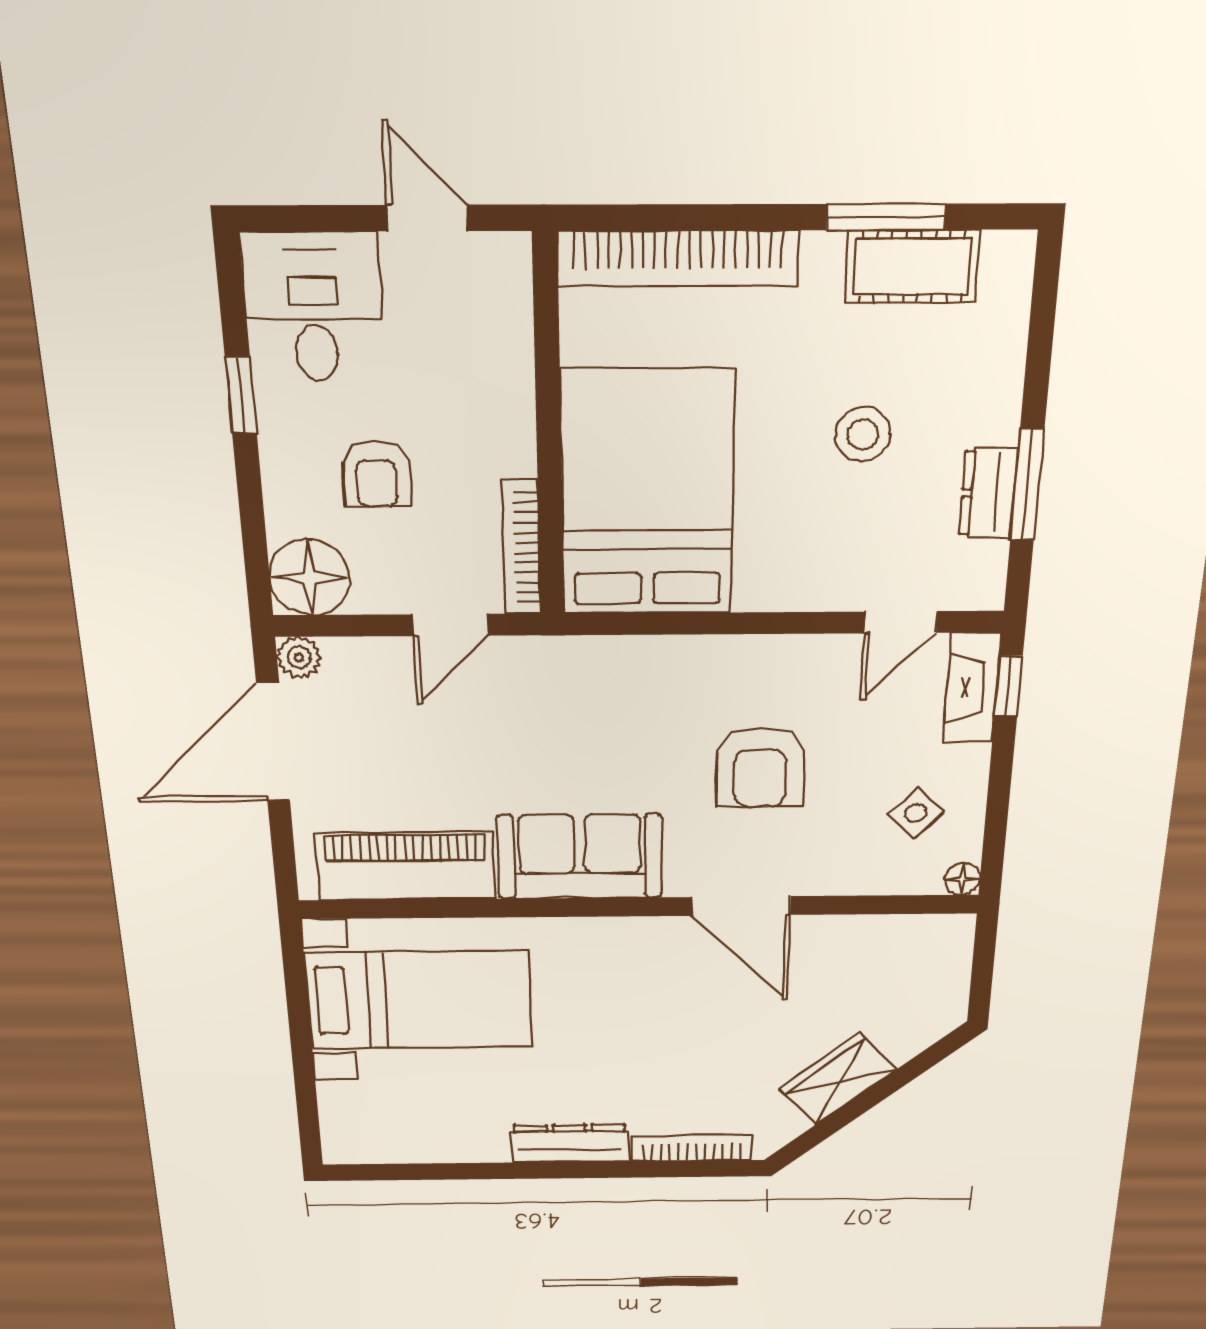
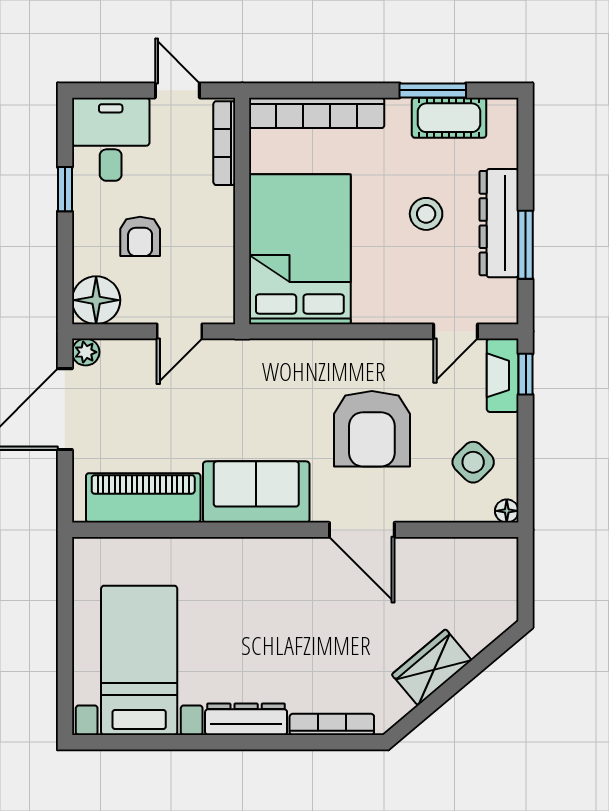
dresser: (988, 493) -> (499, 223), width x1.96, depth x1.24
bookcase: (521, 548) -> (224, 143), moved
armchair: (760, 767) -> (372, 429), width x1.36, depth x1.36
side table: (916, 813) -> (473, 462), width x1.37, depth x1.37
bed with nightstands: (419, 1000) -> (139, 660), moved, turned -90

